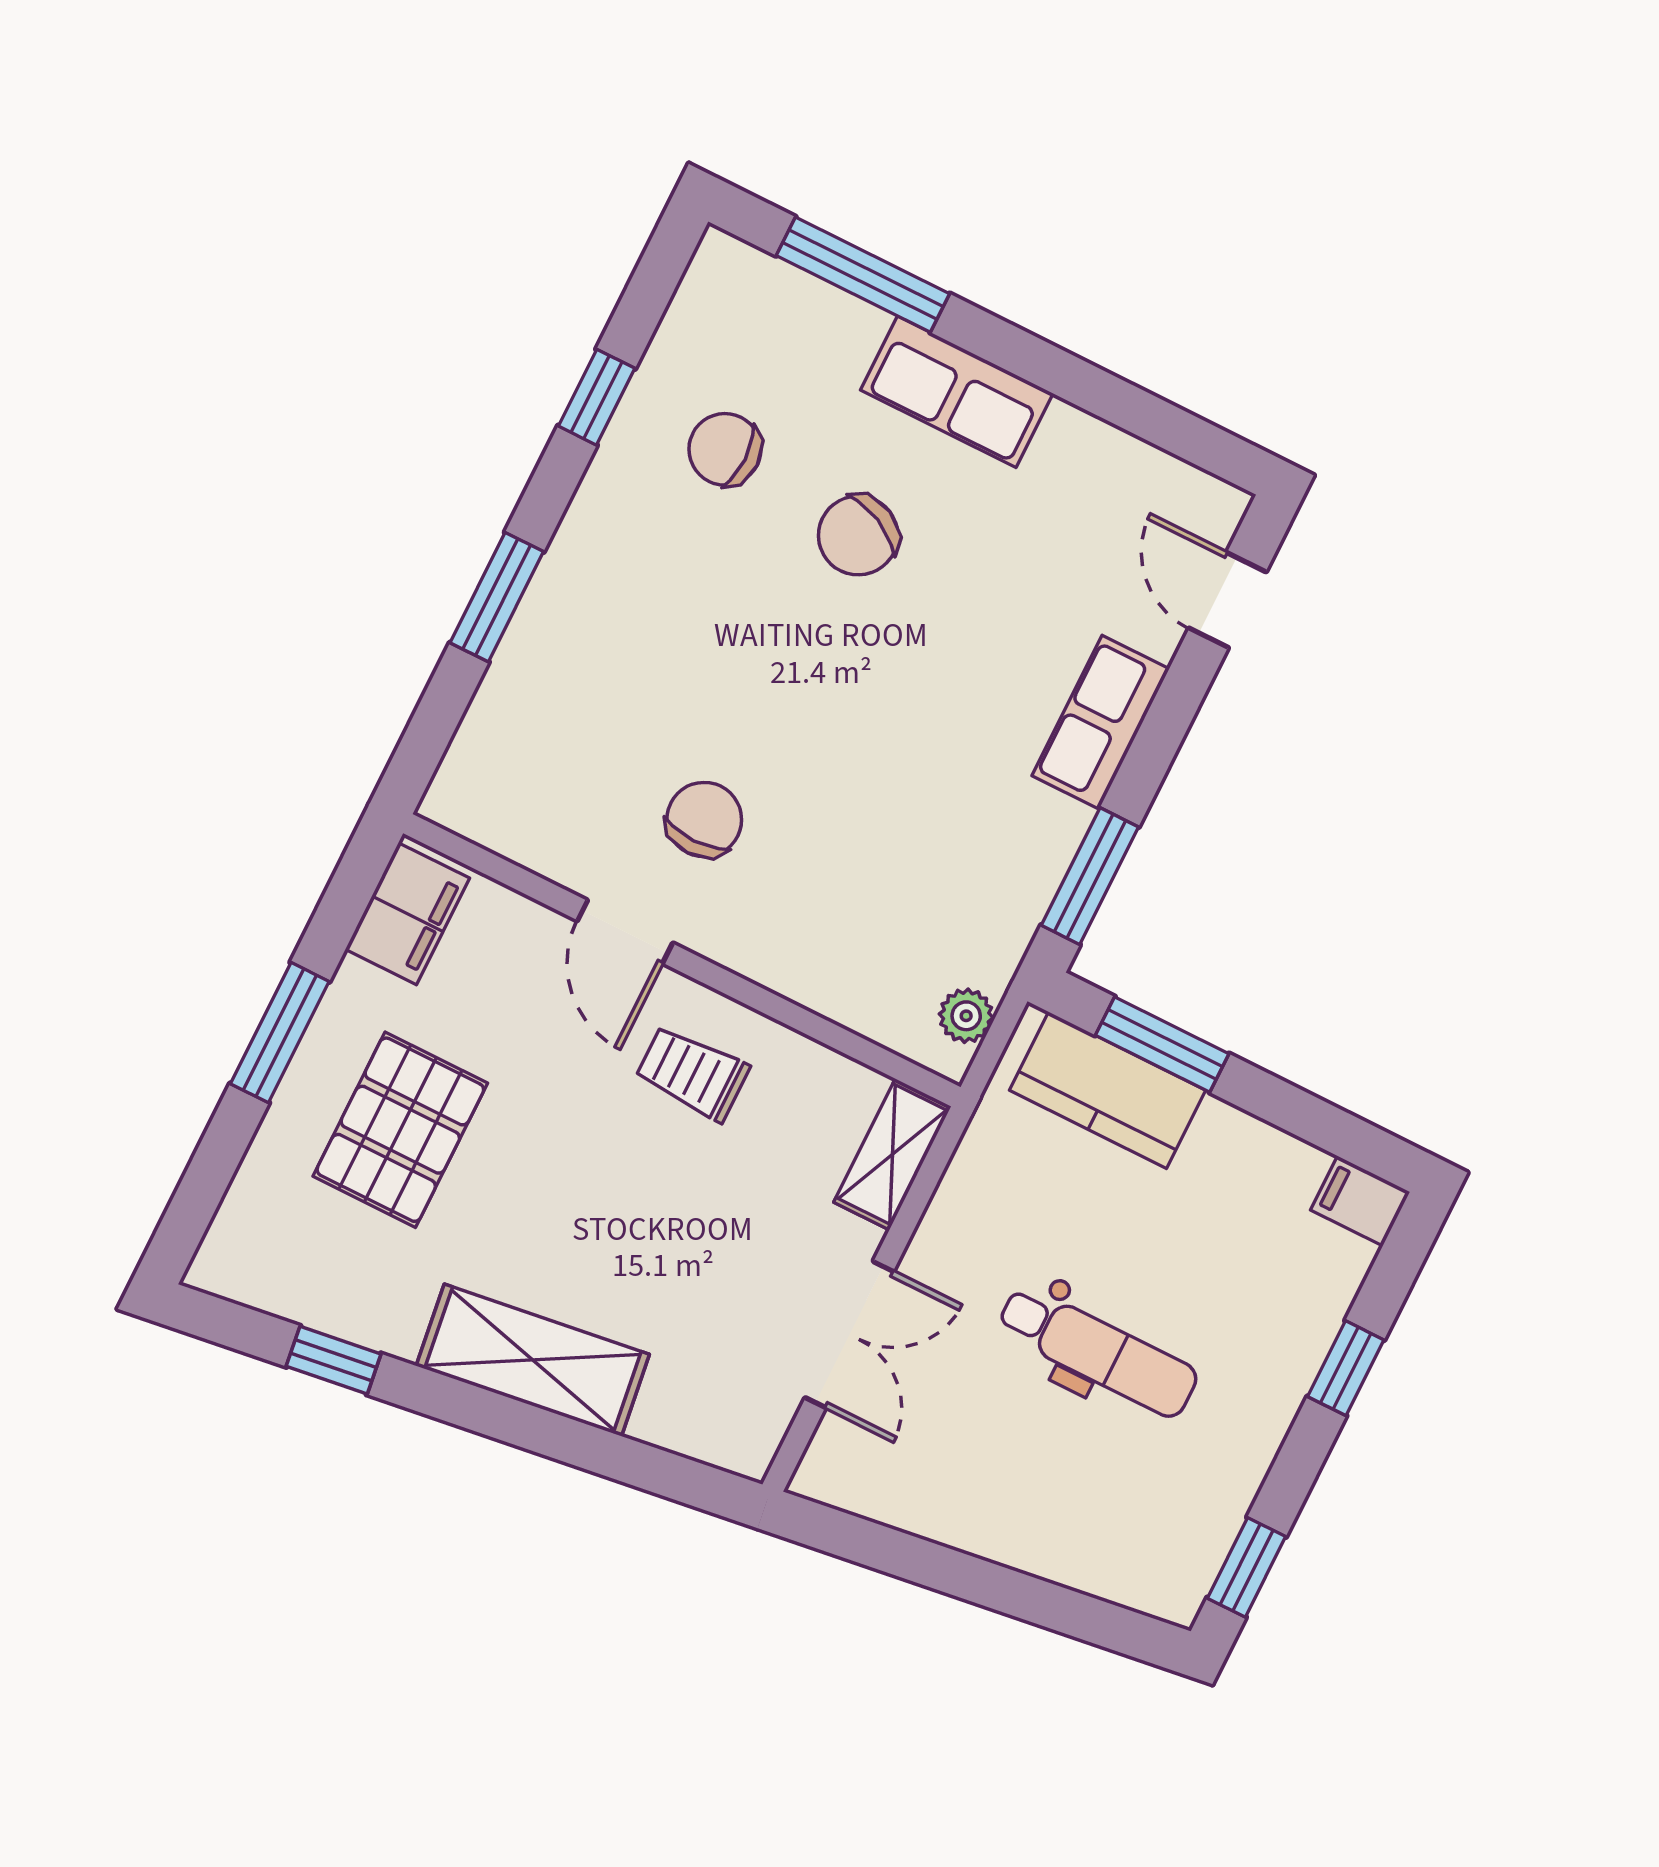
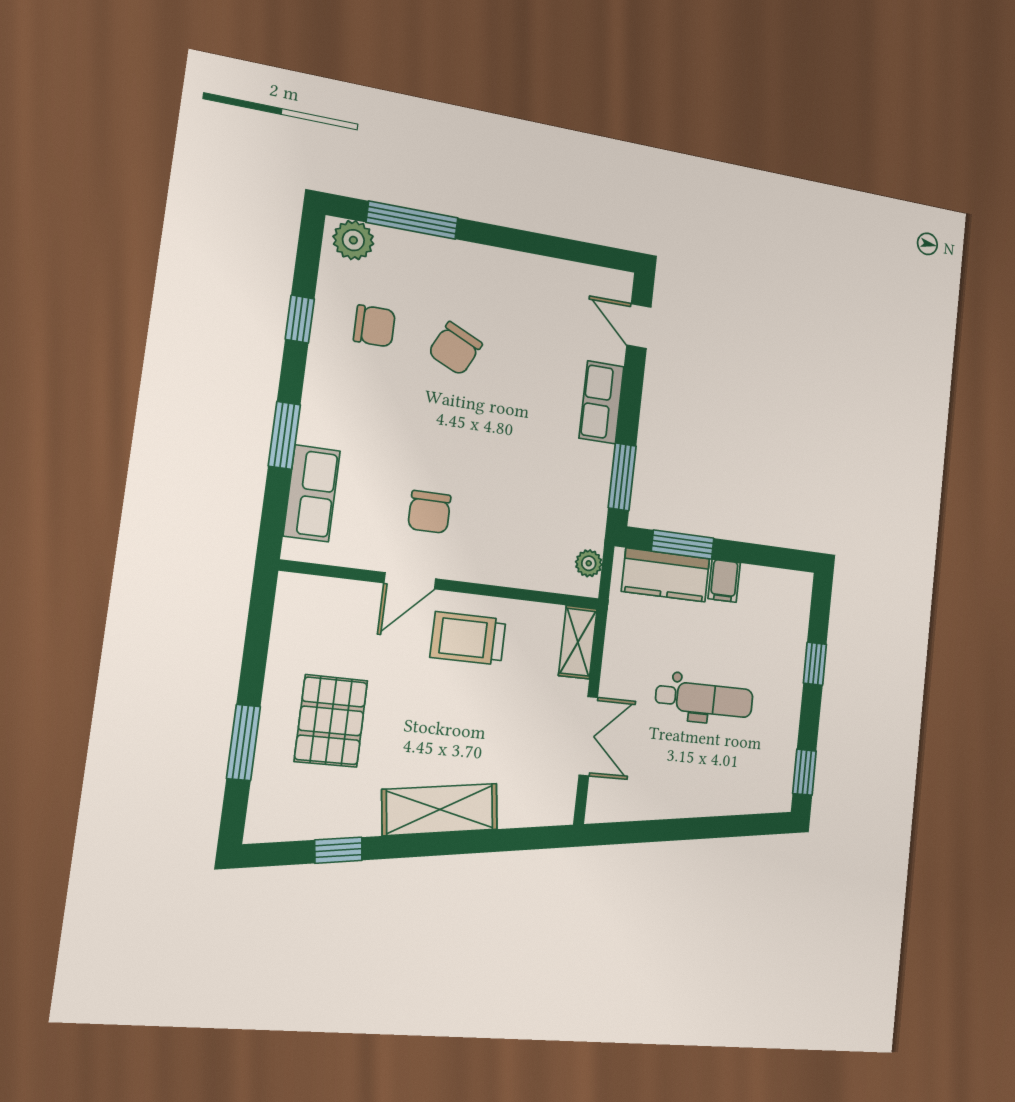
plant: (742, 281) -> (353, 240), added
row of seats: (957, 392) -> (312, 493), moved, turned -90
chair: (725, 449) -> (374, 326), turned 180
chair: (704, 820) -> (429, 512), turned 180
filing cabinet: (407, 914) -> (295, 611), removed
door: (625, 932) -> (410, 581), hinge flipped
window: (280, 1033) -> (243, 742), moved
trolley: (692, 1073) -> (468, 638), width x1.36, depth x1.39
filing cabinet: (1360, 1201) -> (724, 581), moved, turned -90

